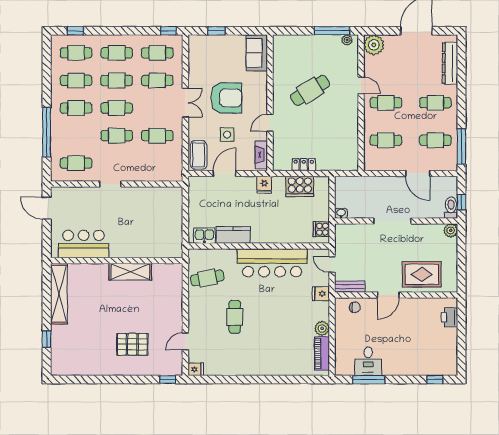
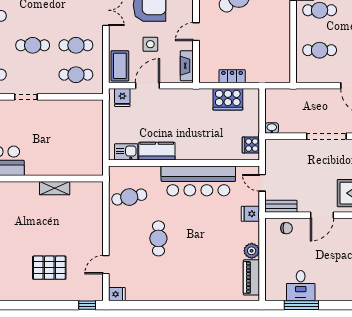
cafe table: (117, 108) -> (76, 75), moved
fridge: (264, 185) -> (122, 97), moved
shelving: (130, 272) -> (55, 188), width x0.67, depth x0.75

